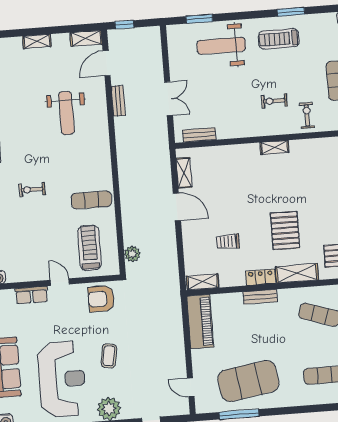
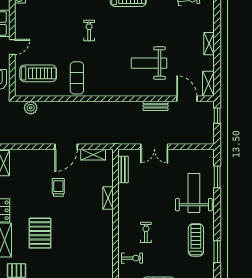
shelving: (275, 147) -> (108, 198), moved
pallet: (285, 231) -> (40, 233), turned 90
trolley: (228, 242) -> (58, 187), moved

